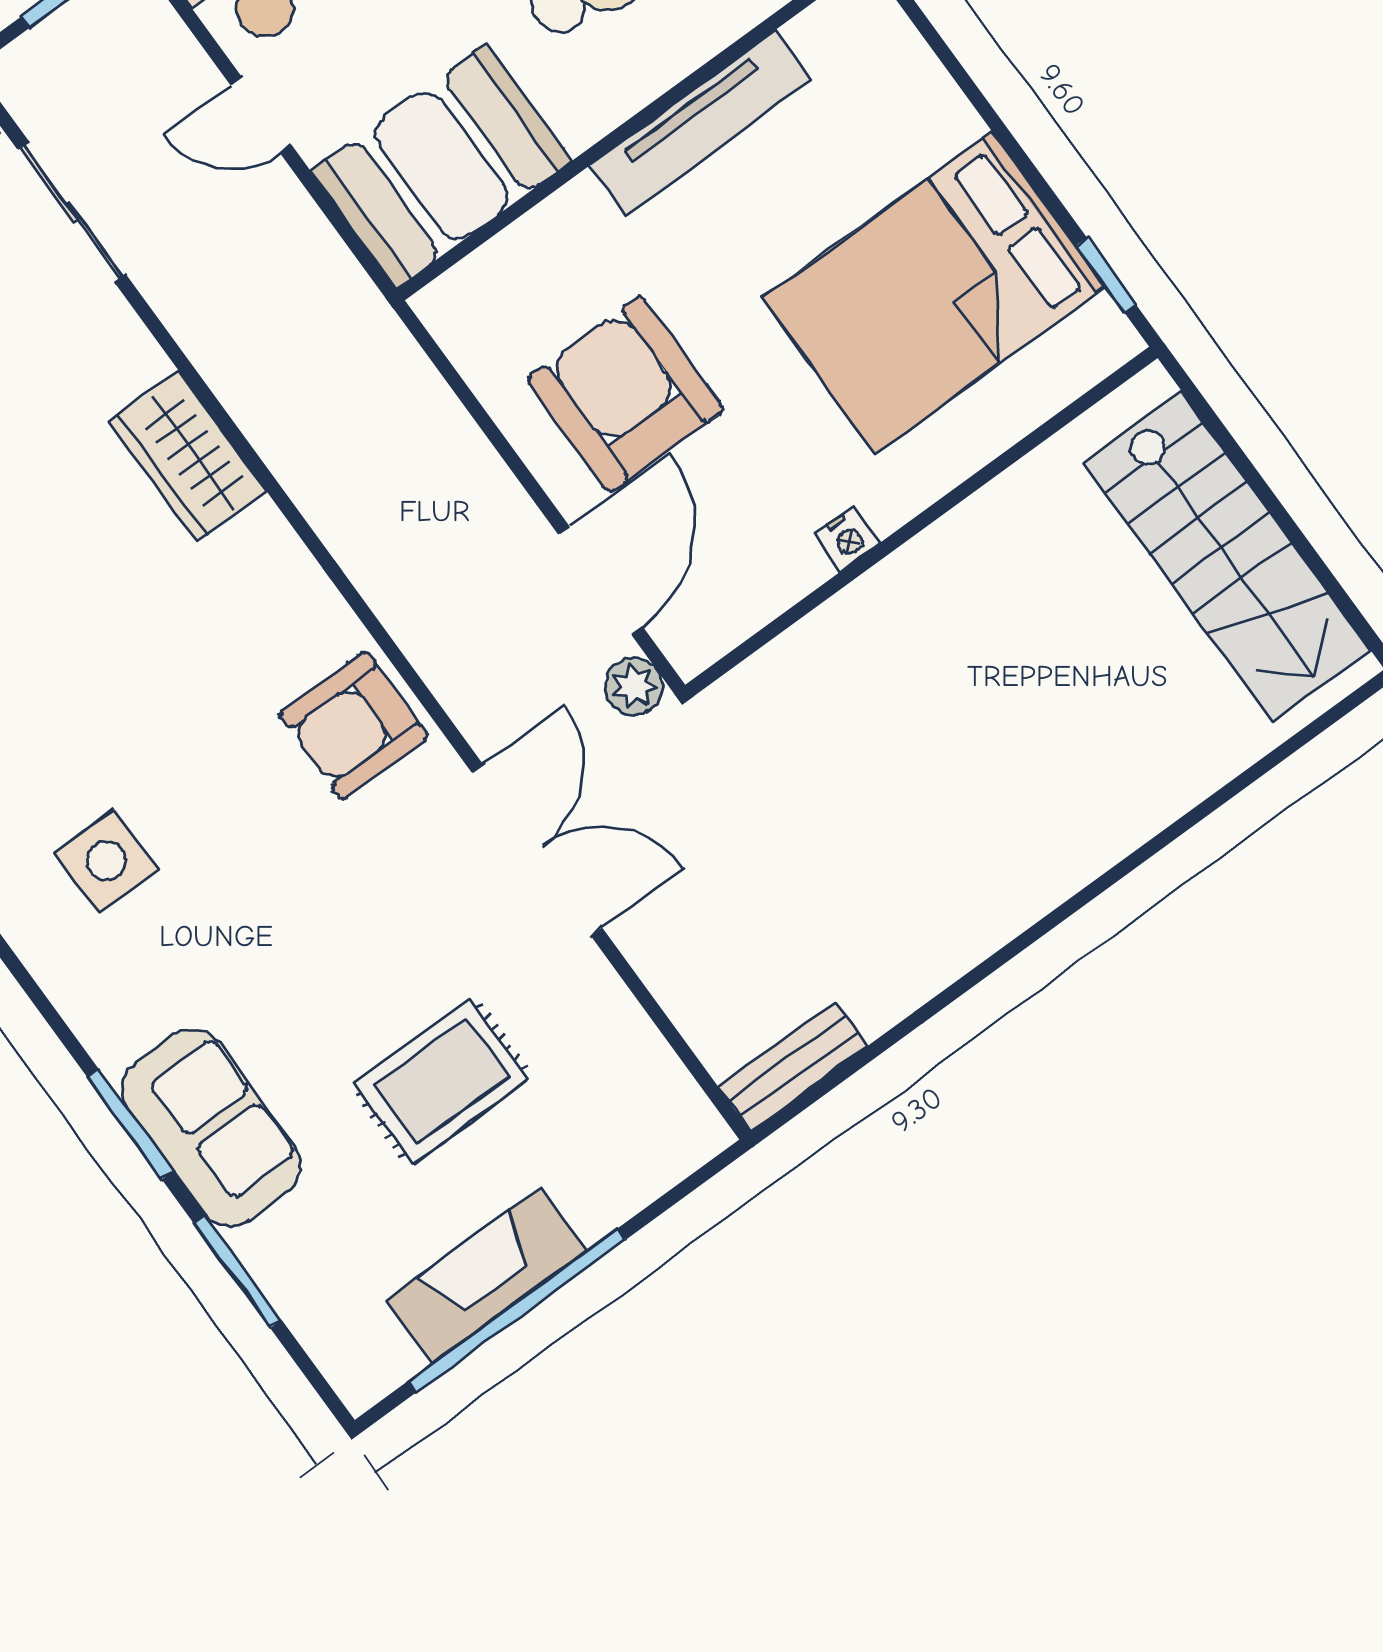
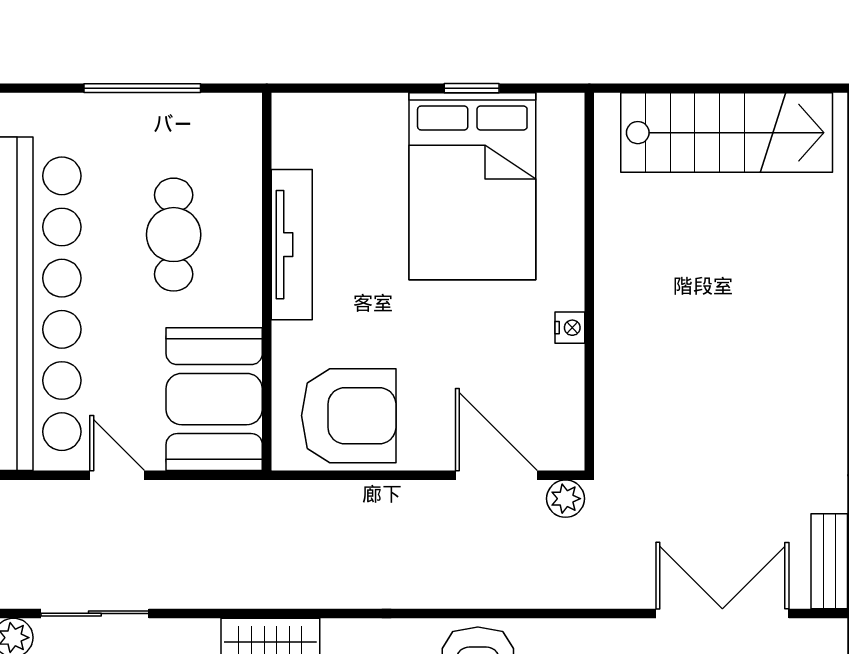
door: (261, 115) -> (117, 475), swing flipped
window: (1106, 275) -> (472, 88), moved
armchair: (625, 394) -> (349, 416), moved, turned 180
double door: (537, 850) -> (722, 613), moved

